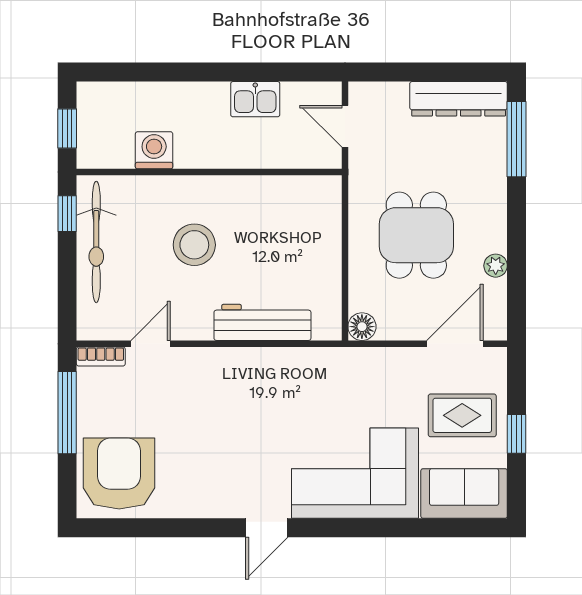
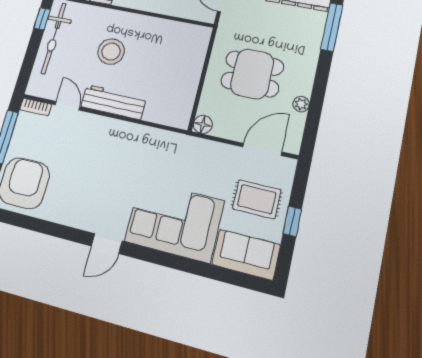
dining table: (416, 235) -> (252, 74), turned 90
workbench: (262, 322) -> (113, 102), moved
door: (150, 344) -> (67, 106), hinge flipped

